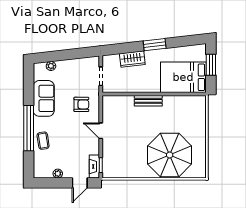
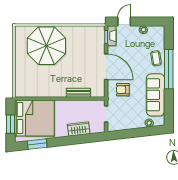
window: (155, 45) -> (37, 144), moved
bed: (183, 77) -> (34, 118), width x1.36
sofa: (44, 98) -> (155, 95), width x1.36
bench: (148, 101) -> (78, 93), moved
door: (101, 131) -> (106, 67), width x1.88

